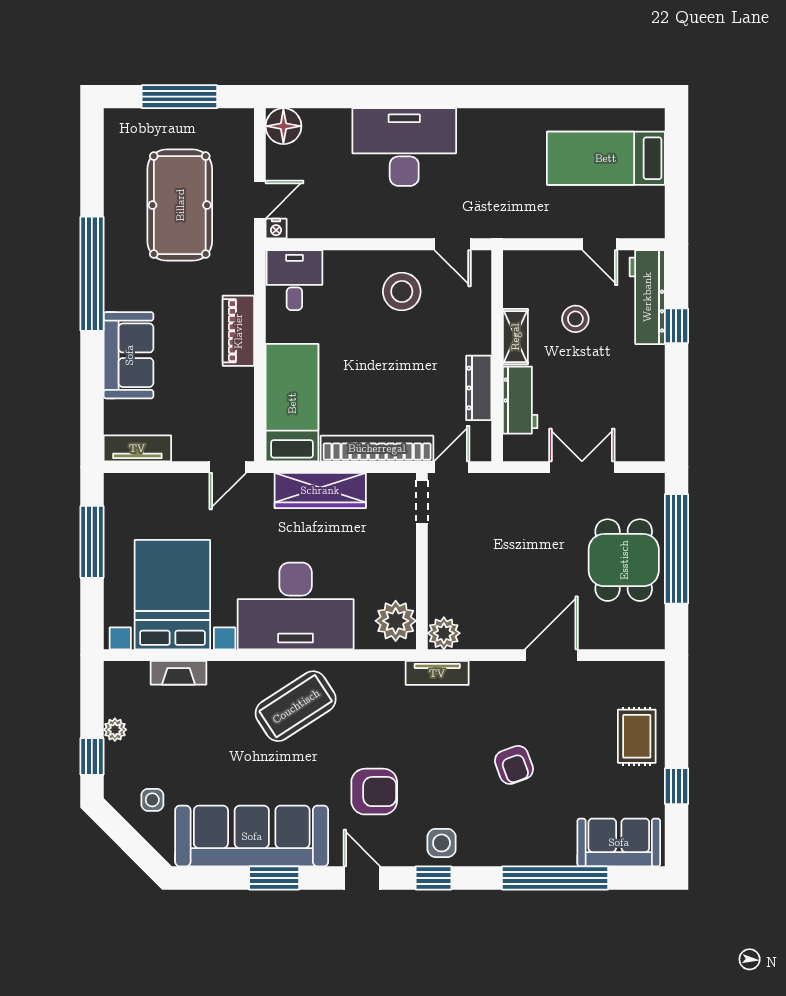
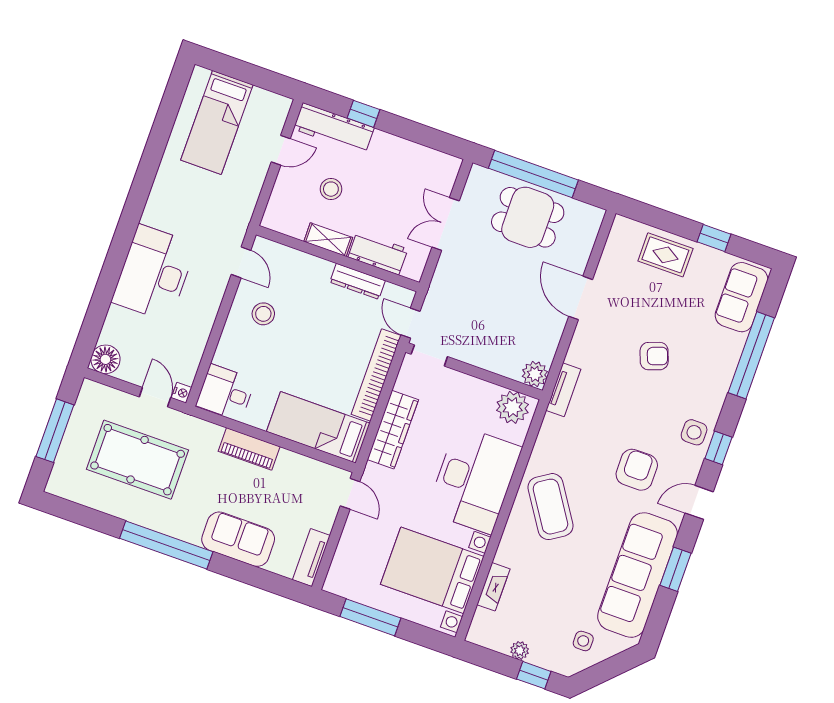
door: (453, 244) -> (241, 262), hinge flipped
stool: (402, 292) -> (263, 314), width x0.73, depth x0.73

